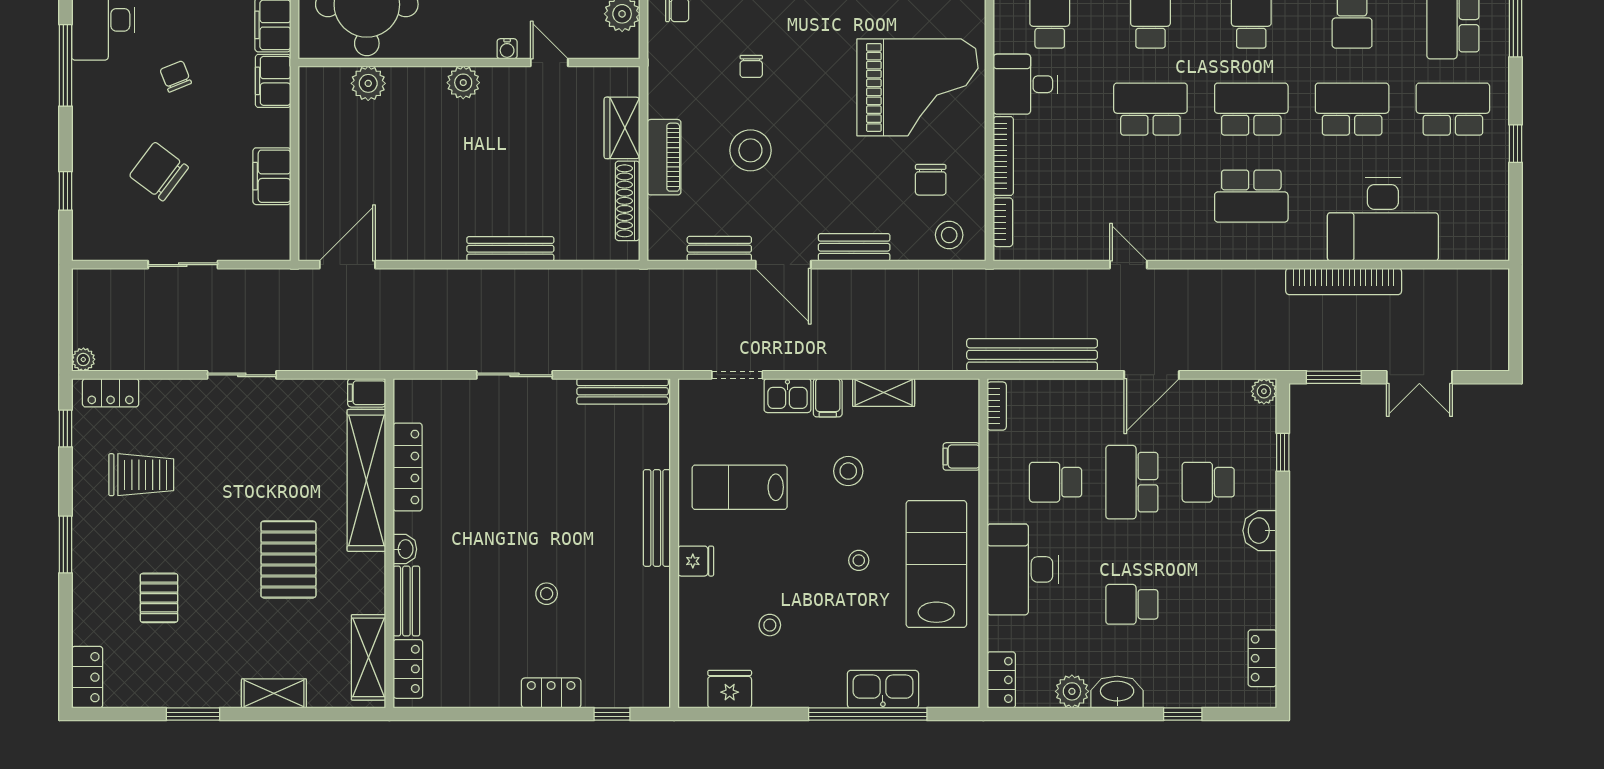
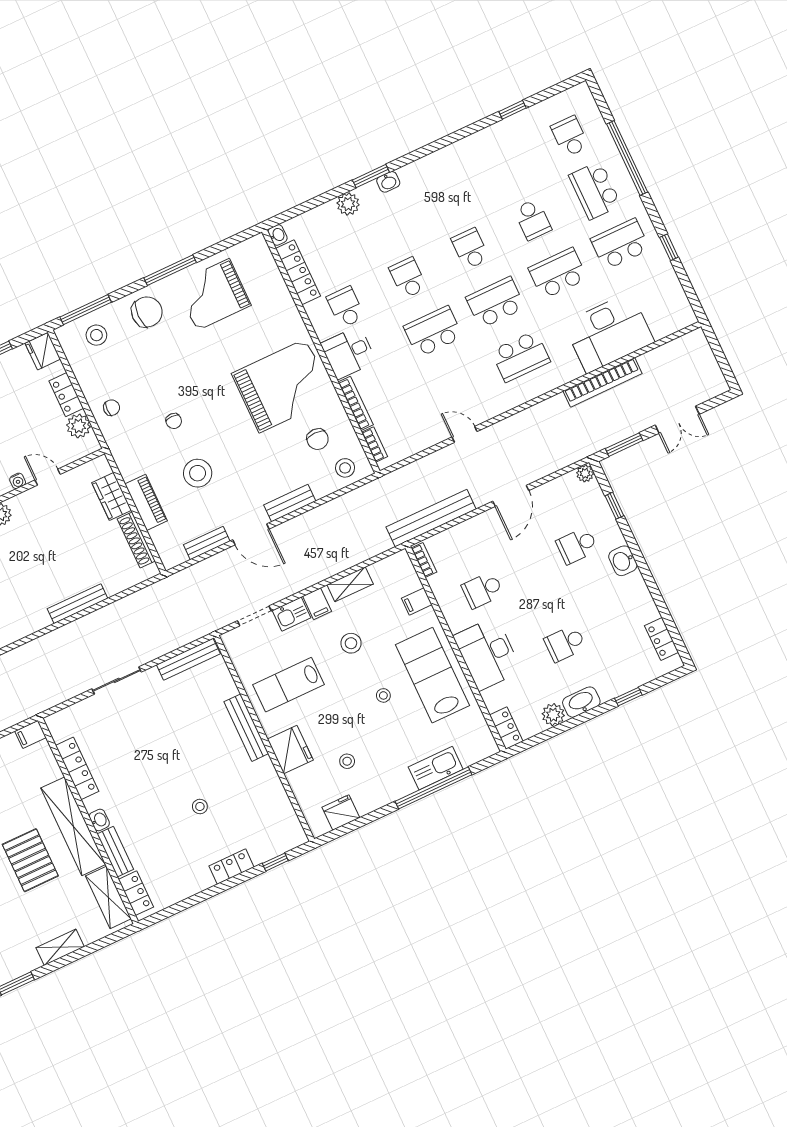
shelving: (366, 480) -> (73, 826), moved
school desk: (1132, 482) -> (530, 568), removed
fridge: (696, 561) -> (290, 750), width x1.88, depth x1.34

